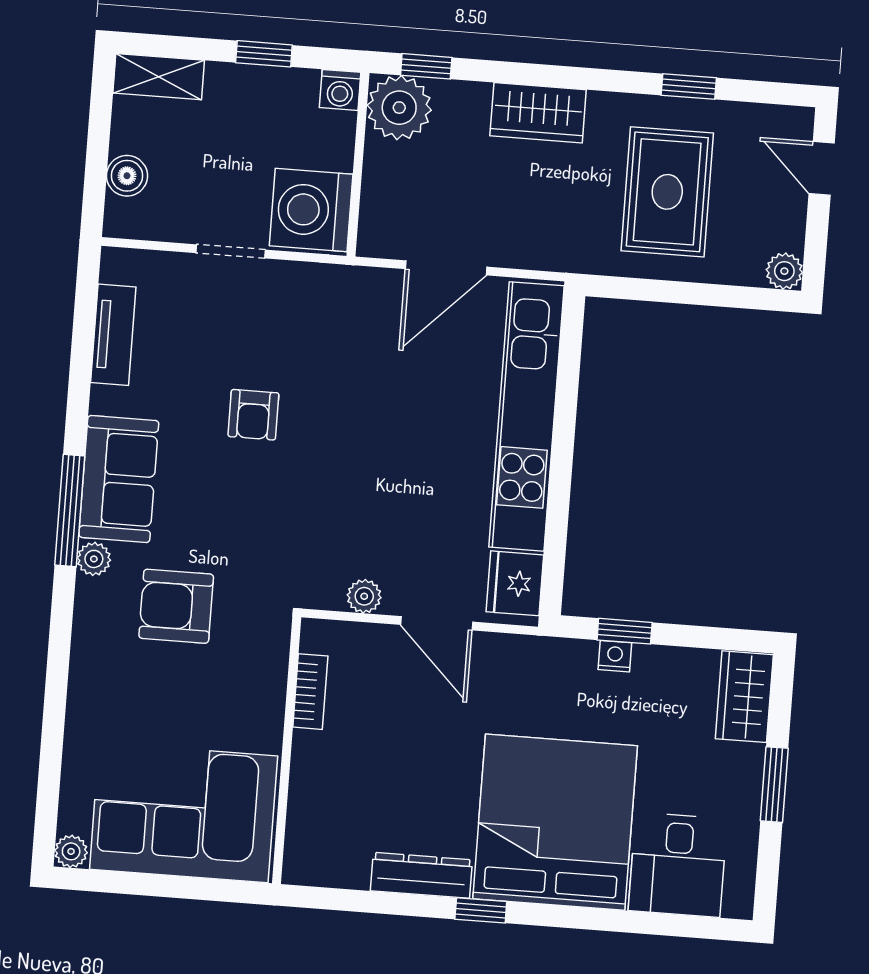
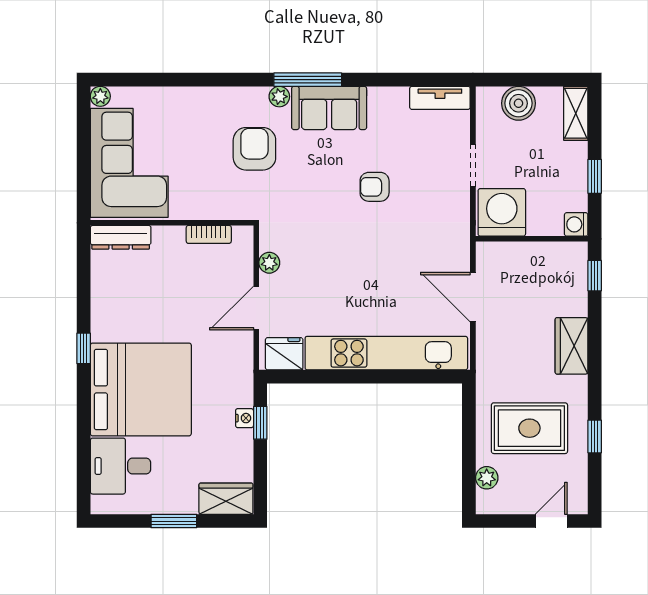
plant: (399, 108) -> (568, 261), removed
boiler: (127, 176) -> (519, 103), width x1.36, depth x1.36
plant: (784, 271) -> (487, 478), moved
tv unit: (113, 335) -> (440, 98), moved
dresser: (421, 875) -> (121, 237), moved, turned 90

